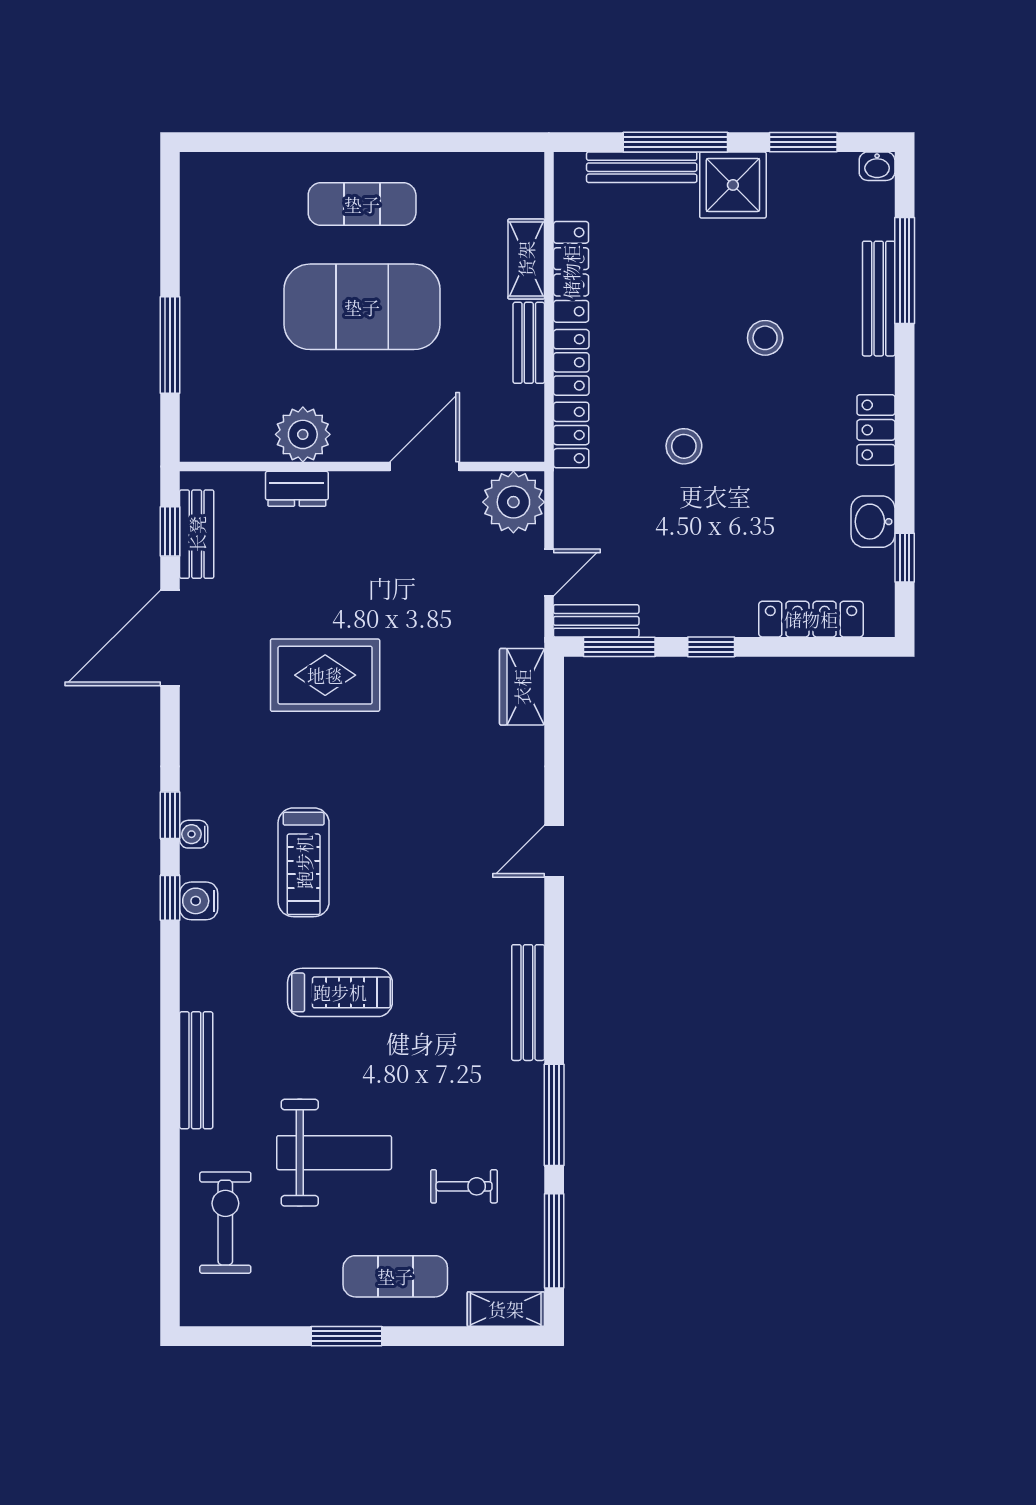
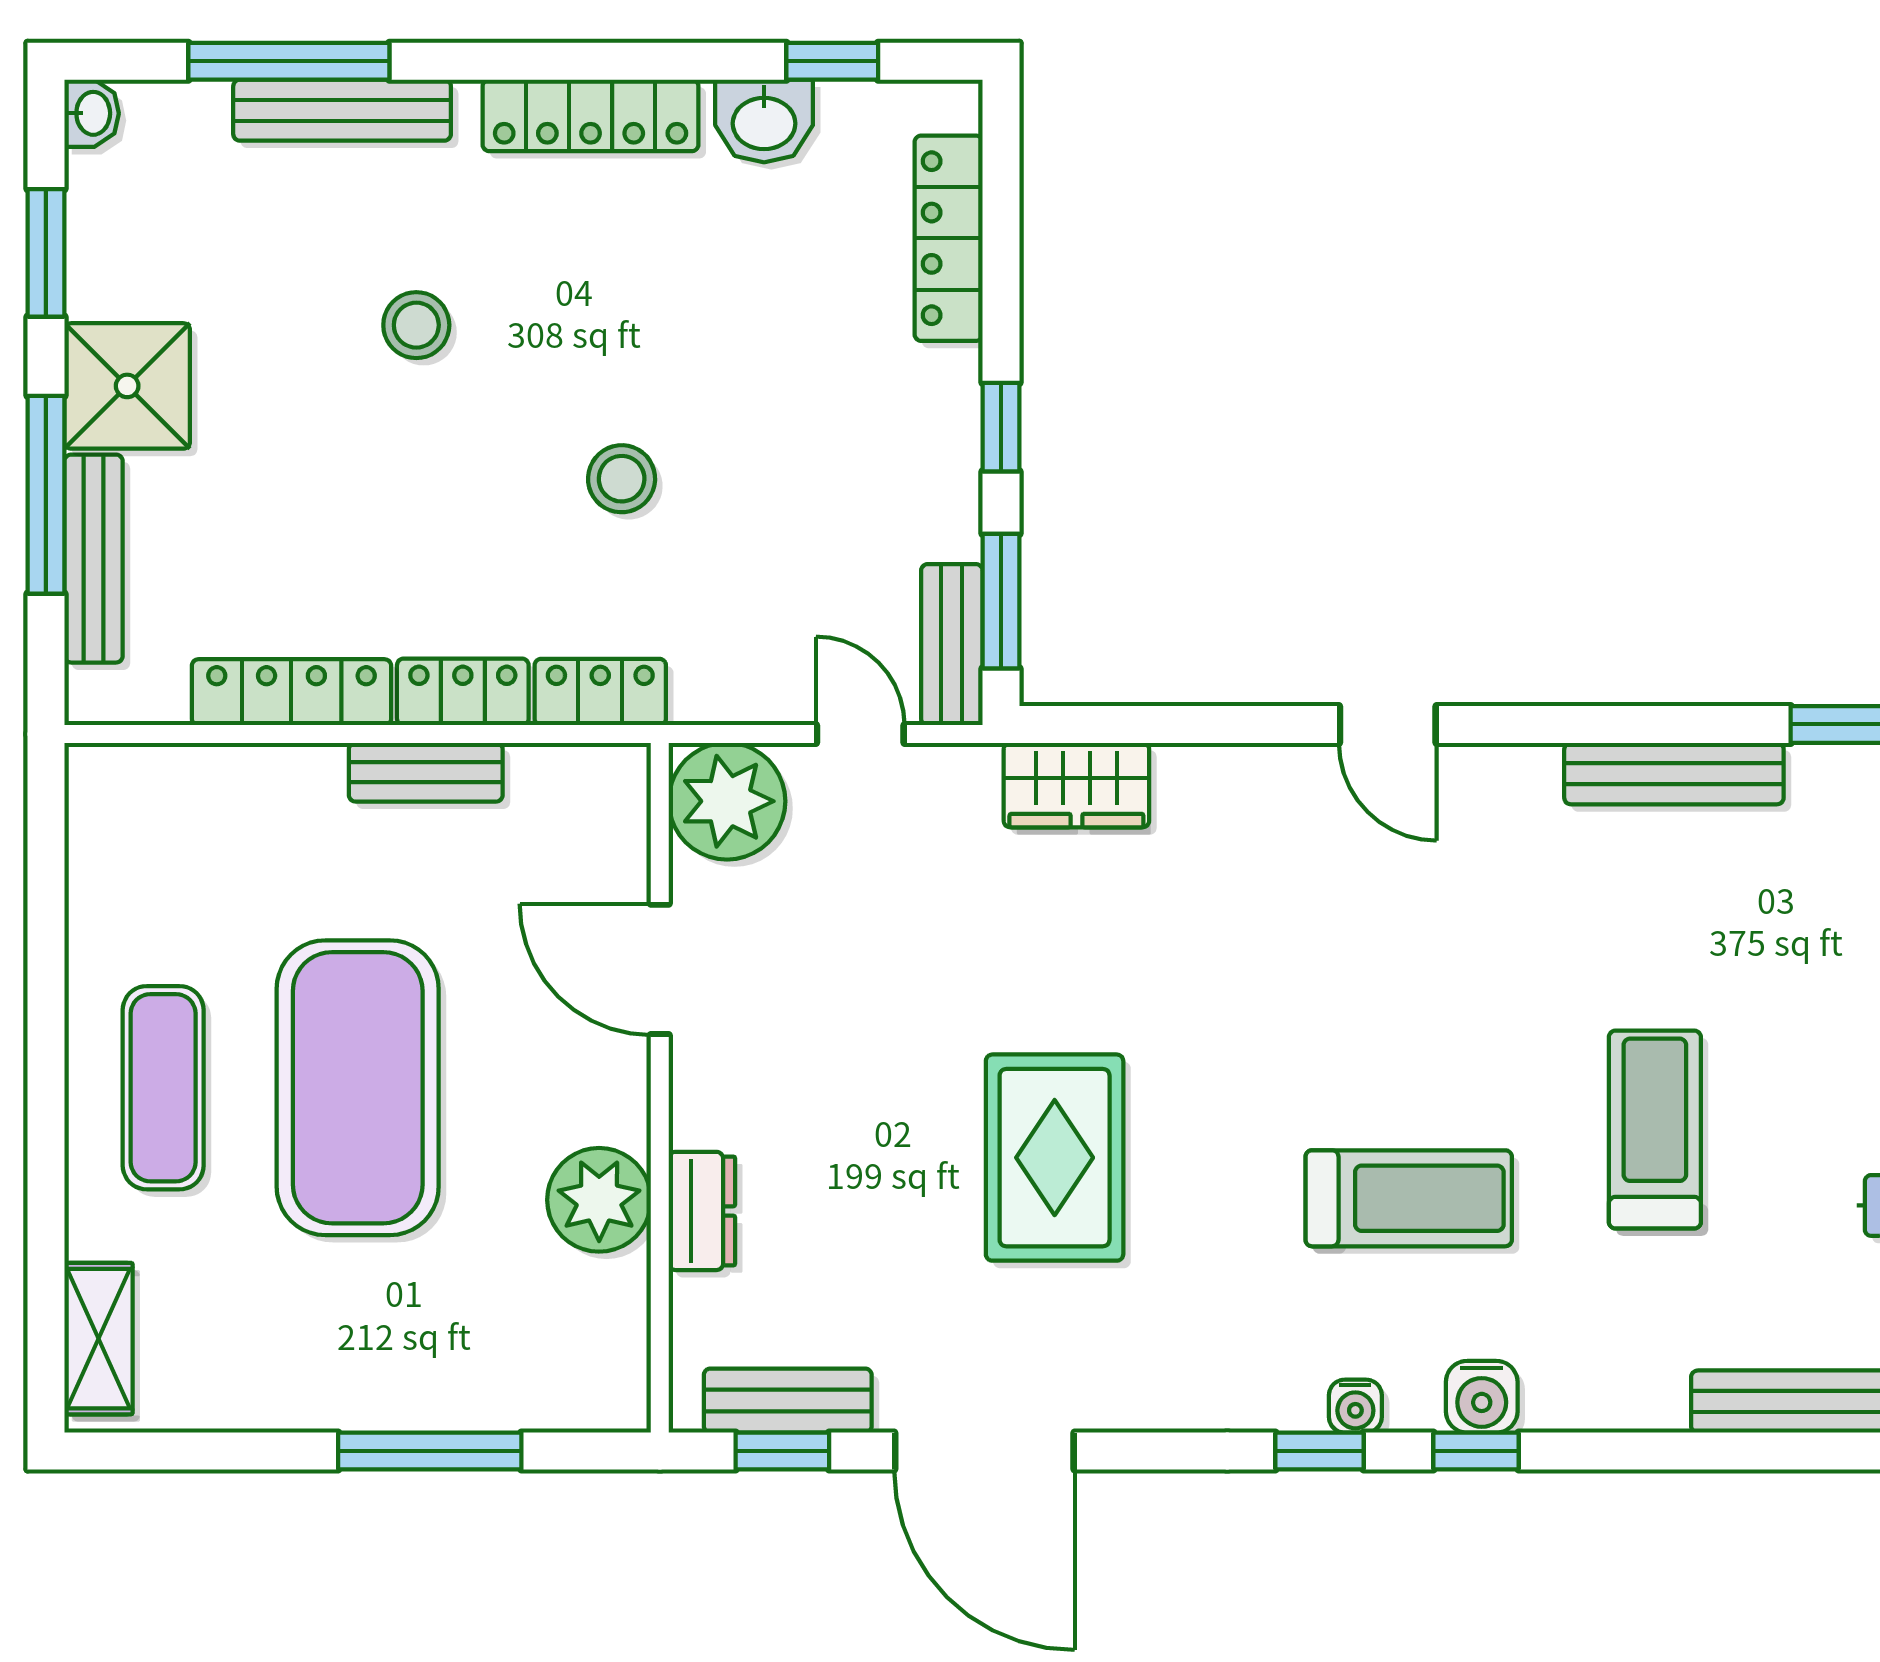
shelving: (526, 259) -> (99, 1339), moved, turned 90
locker: (876, 430) -> (591, 115), width x1.53

